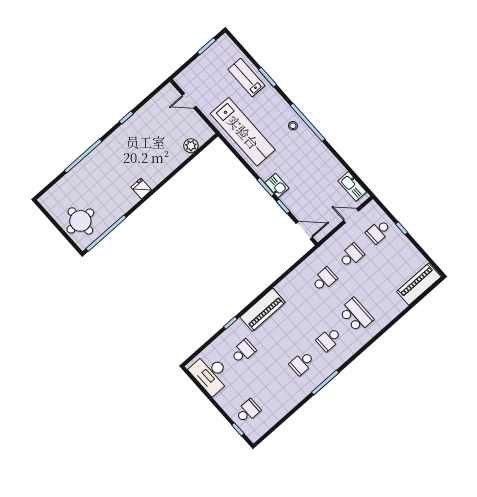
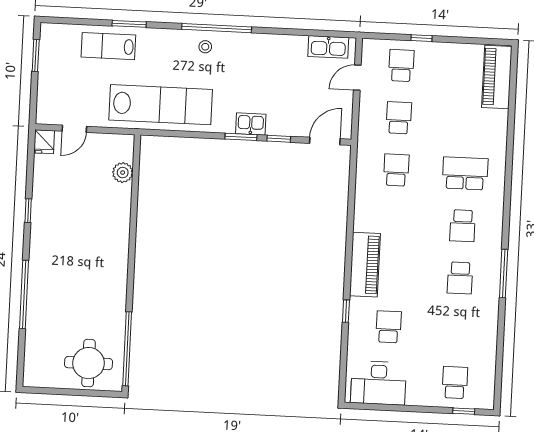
fridge: (141, 188) -> (44, 142), moved, turned -90
school desk: (378, 232) -> (401, 65), turned 180

